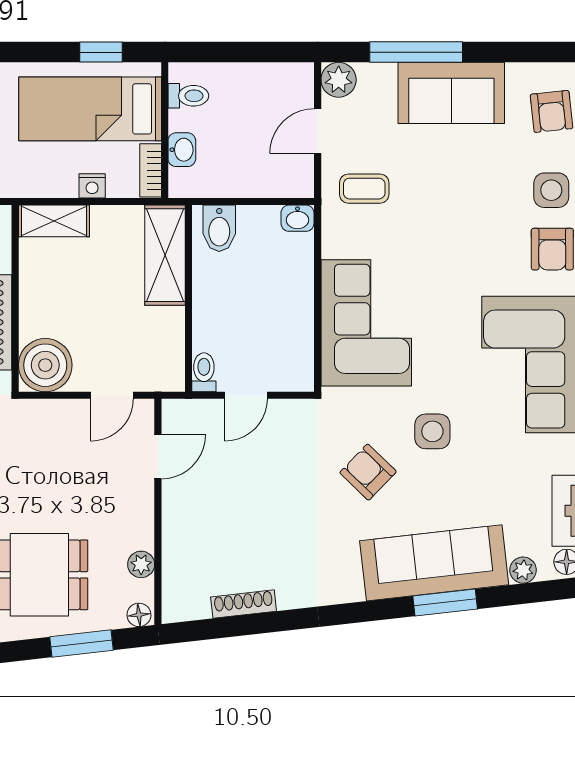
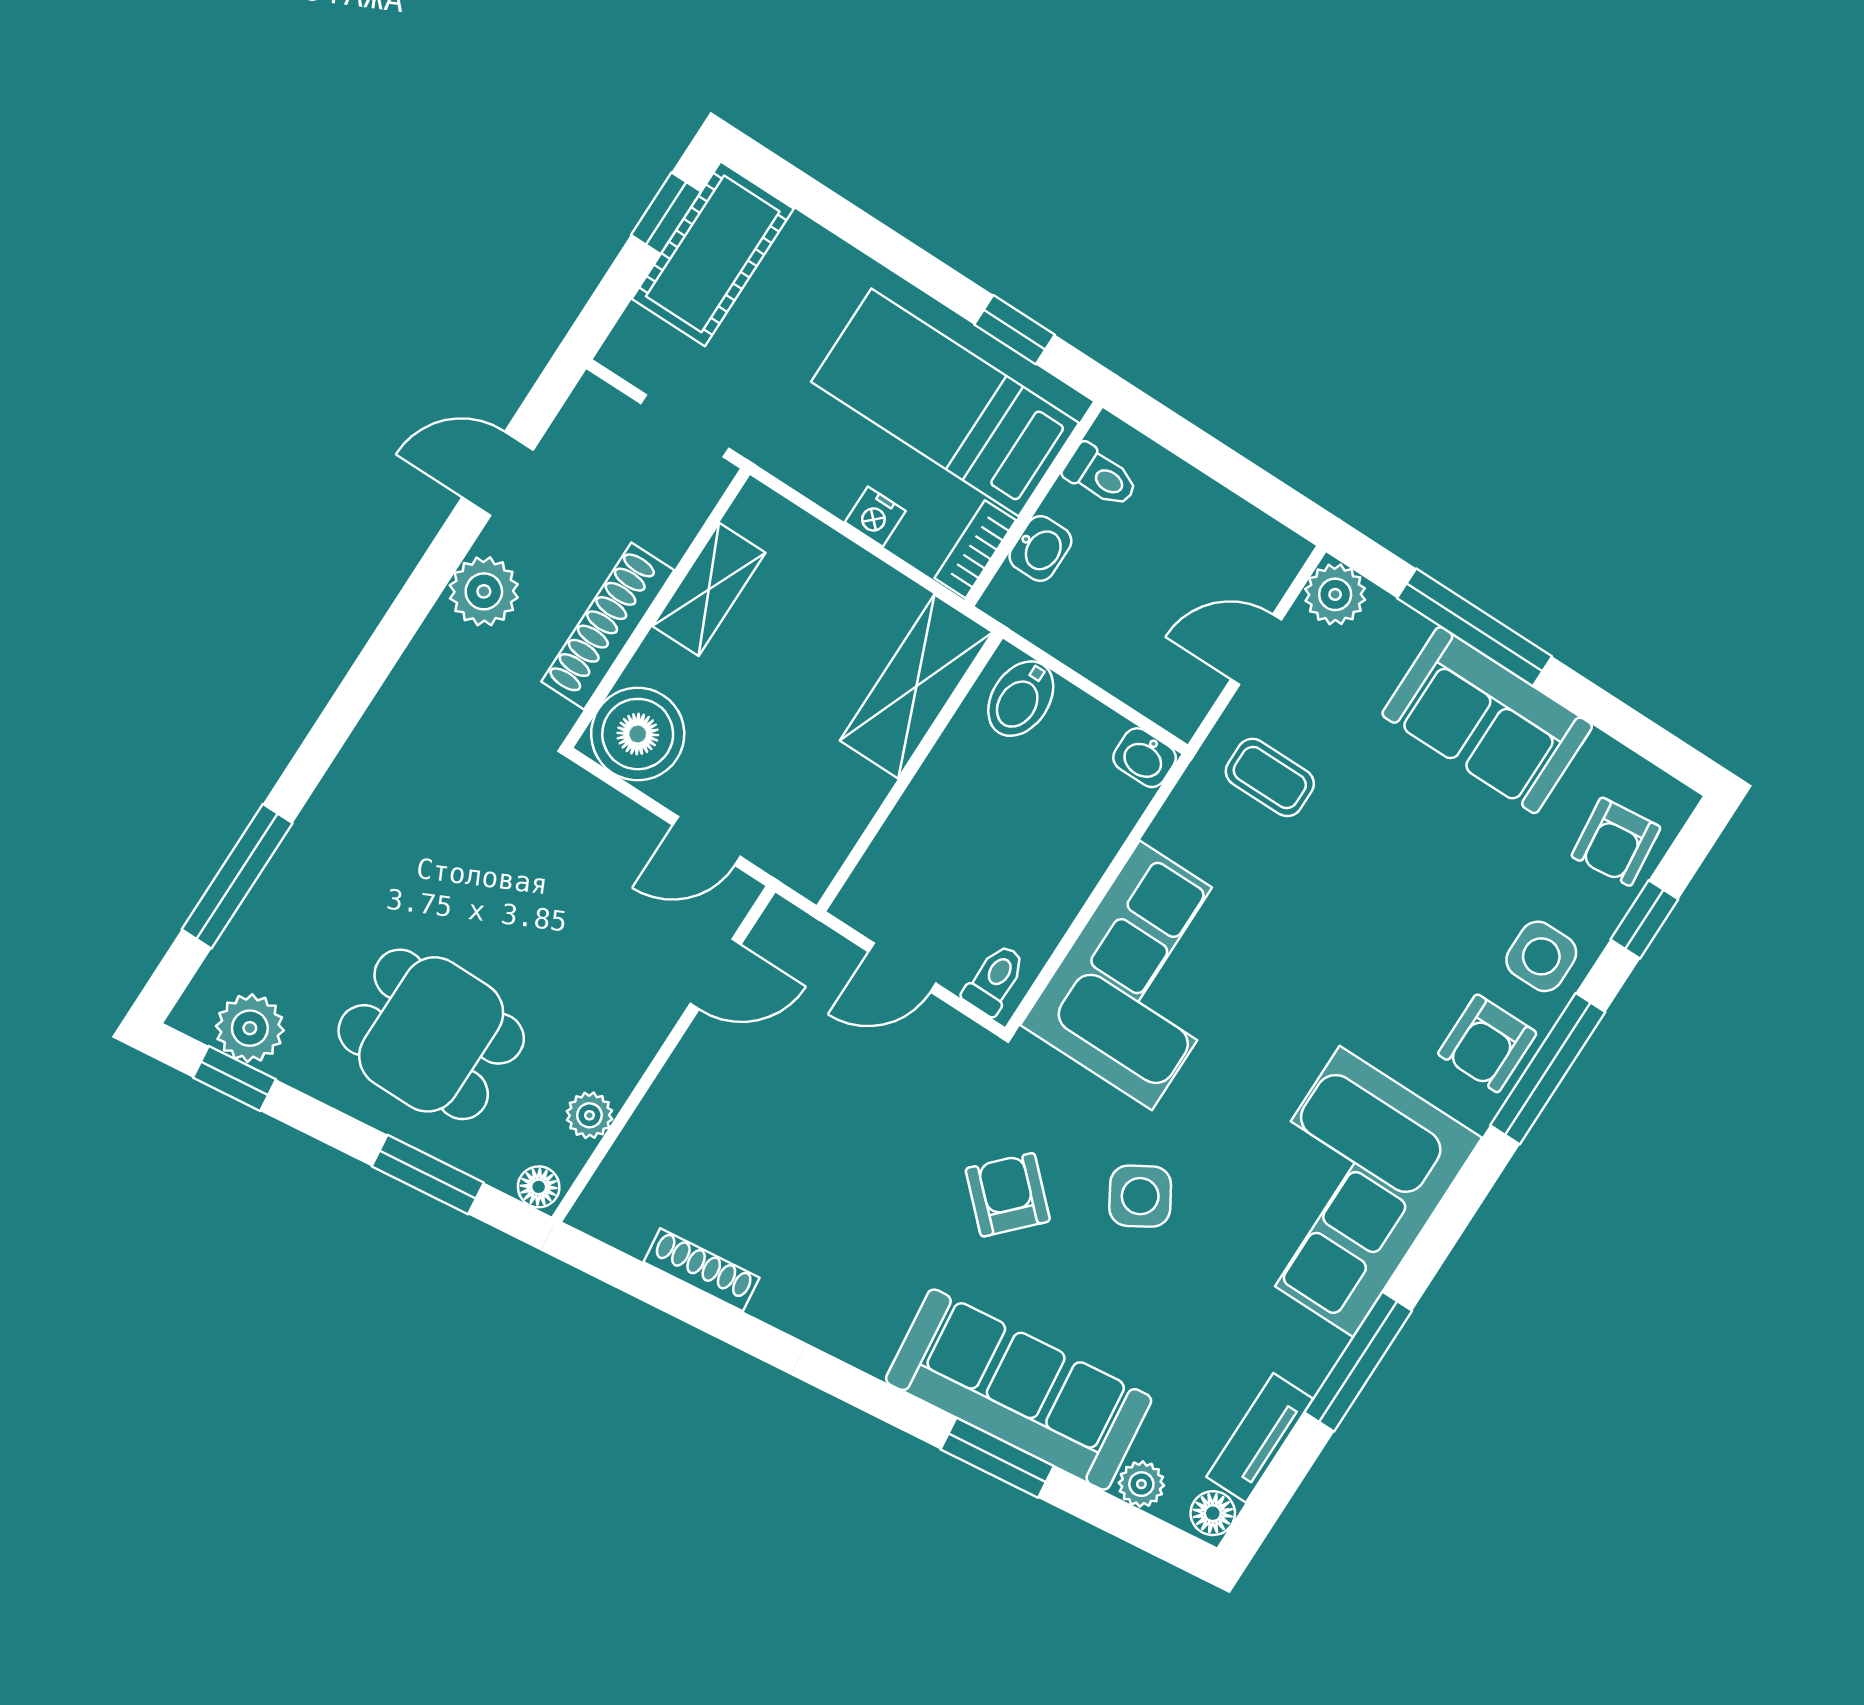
shelving: (54, 221) -> (709, 589), moved, turned 90
toilet: (204, 372) -> (995, 980), moved
side table: (432, 431) -> (1140, 1196), turned -31

